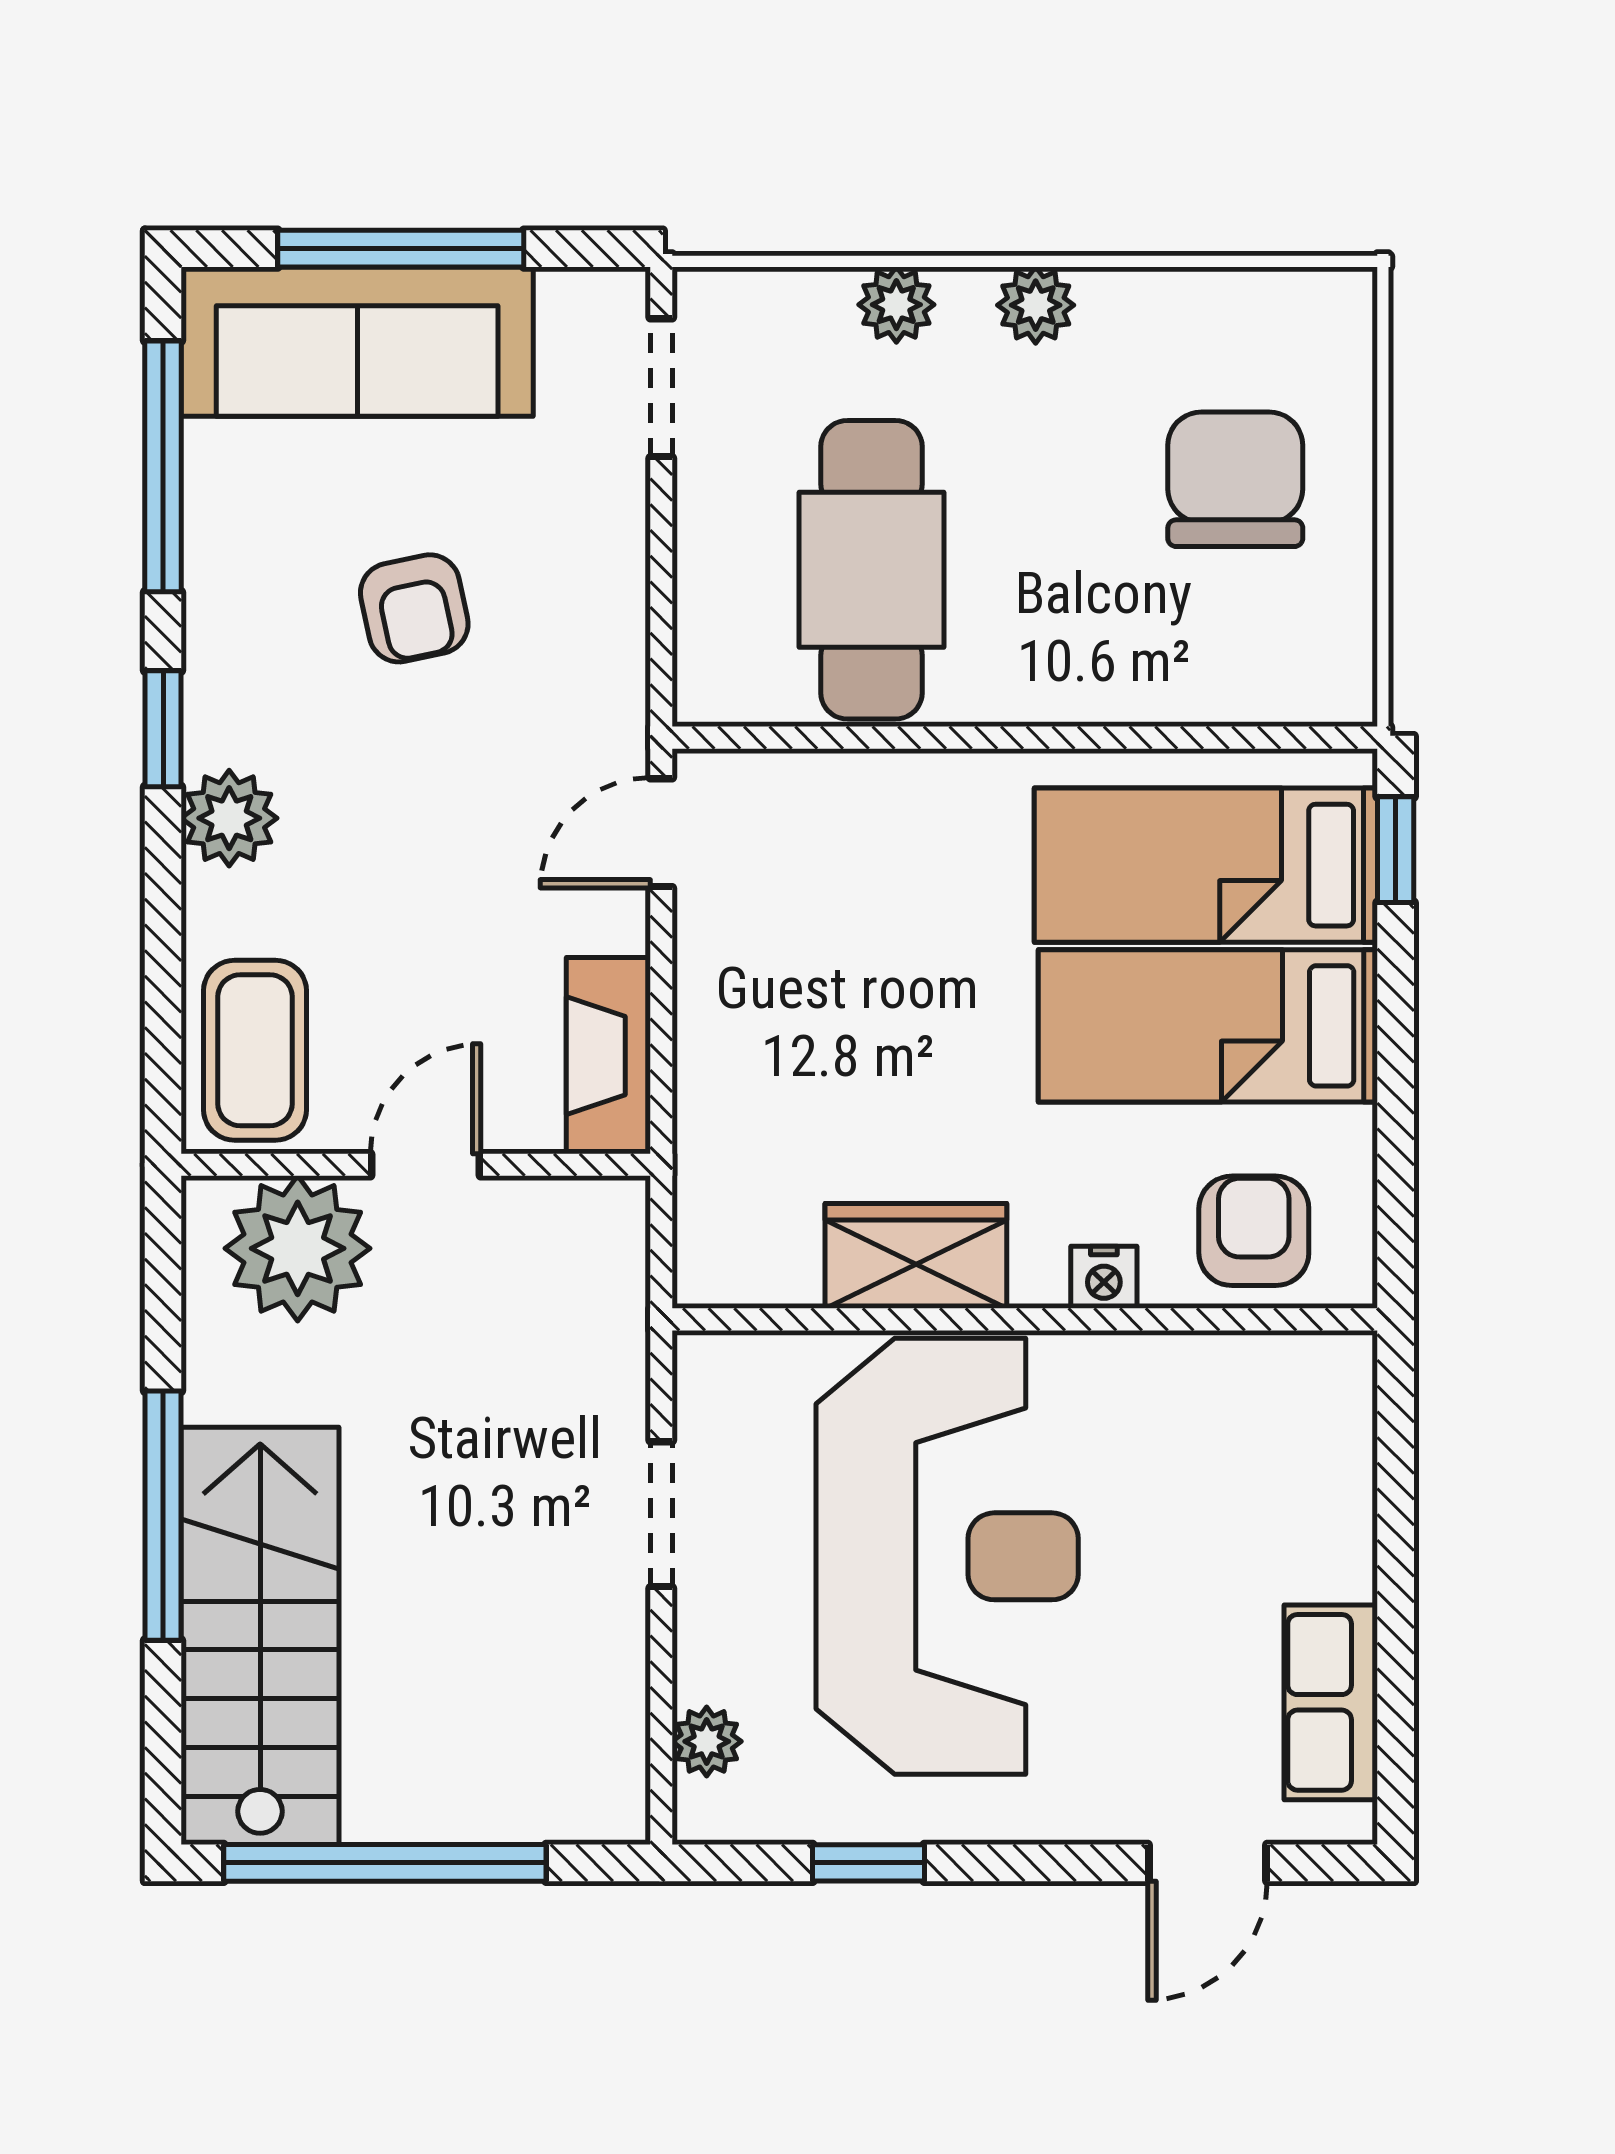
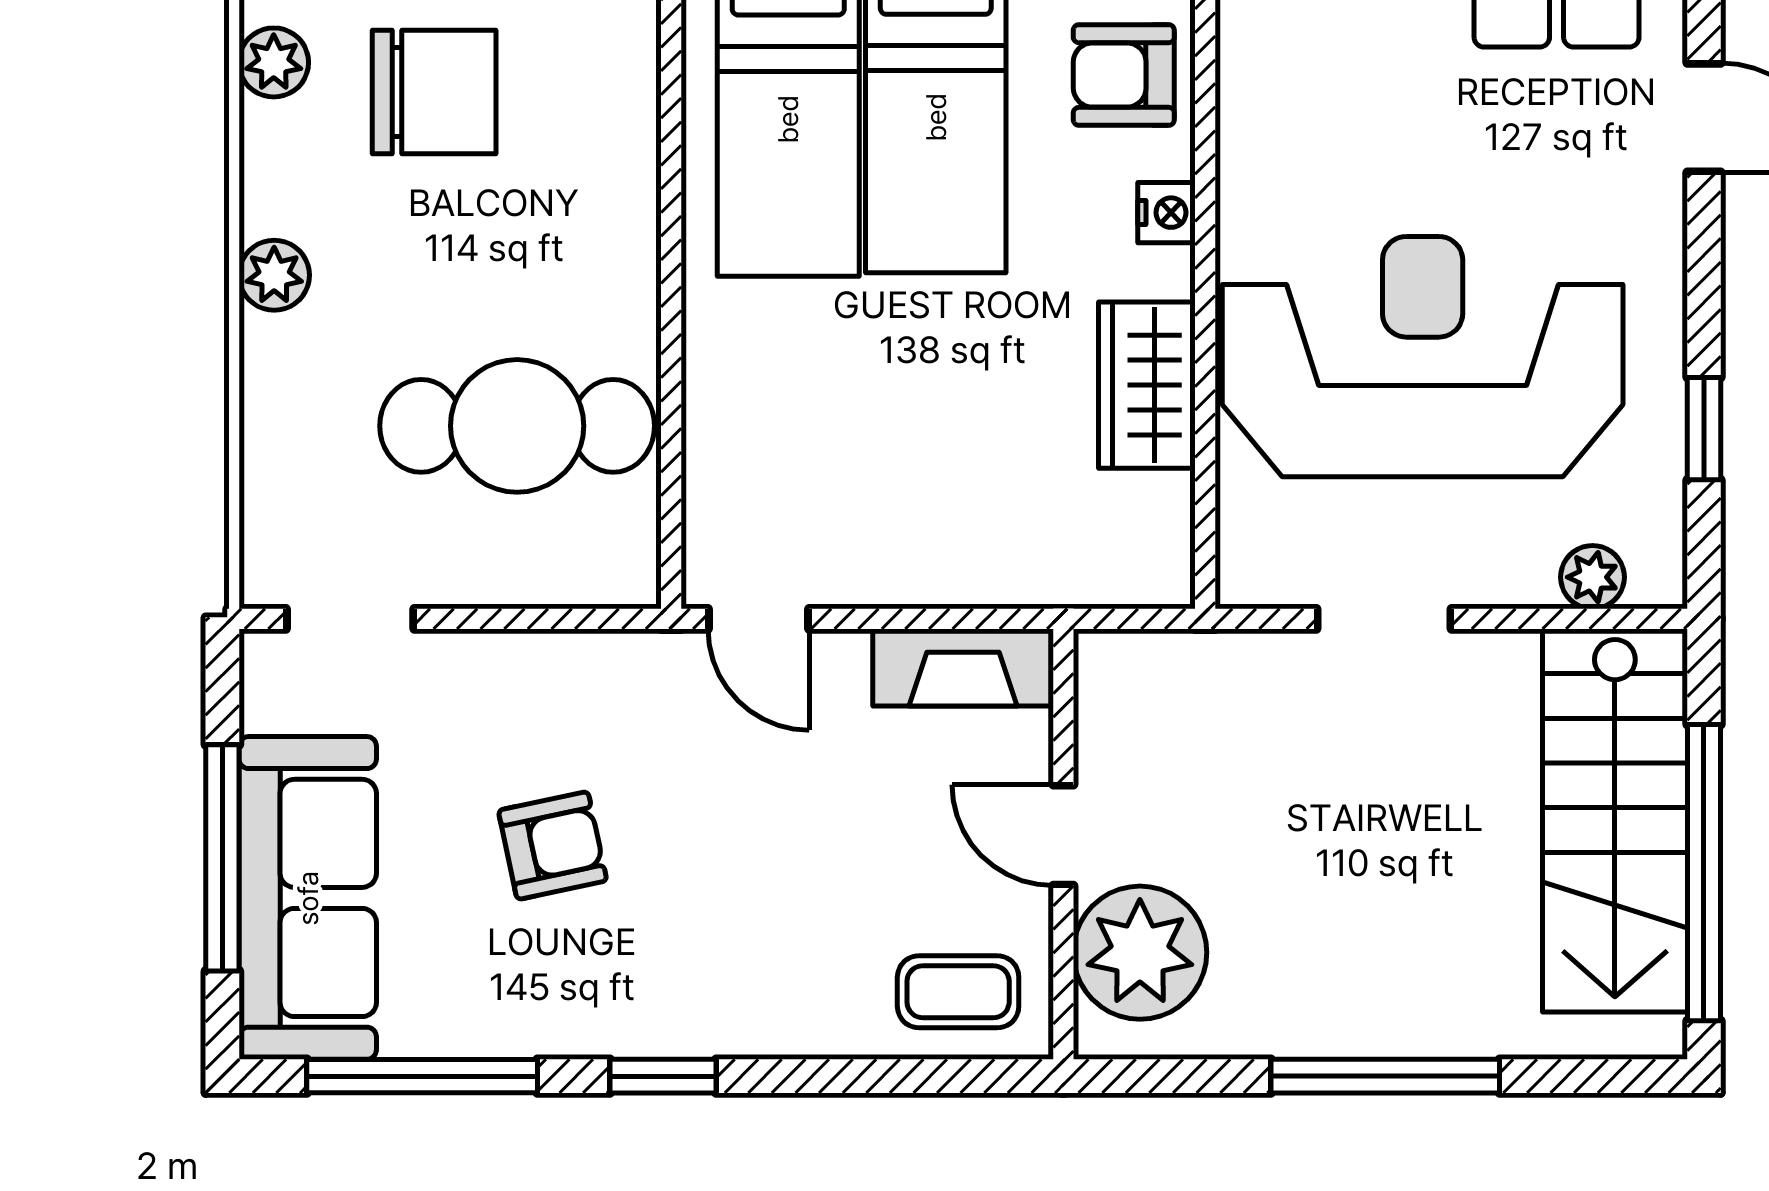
plant: (896, 305) -> (274, 62), moved
chair: (1235, 479) -> (434, 92), turned 180
plant: (229, 818) -> (745, 1015), removed
coffee table: (255, 1050) -> (958, 992), width x0.73, depth x0.77
stairs: (260, 1636) -> (1615, 821), moved, turned -90

